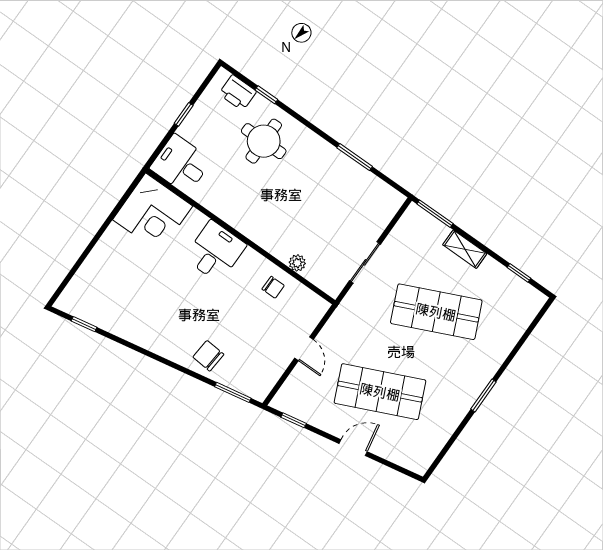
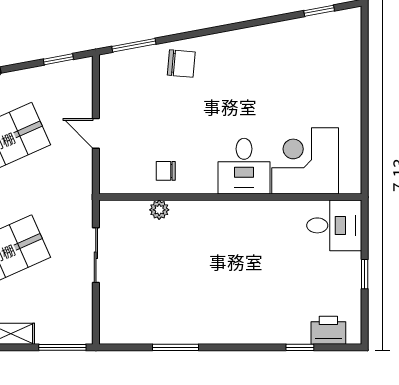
round table: (264, 141) -> (272, 302), removed
corner desk: (153, 213) -> (305, 161), moved

